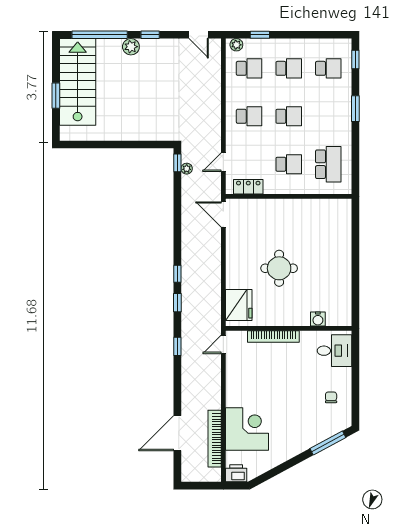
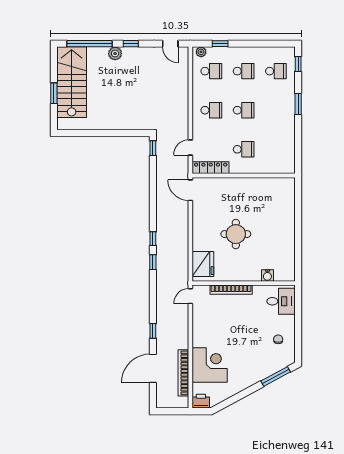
school desk: (328, 164) -> (276, 149), removed
plant: (187, 169) -> (160, 153), removed
locker: (248, 187) -> (211, 168), width x1.53
window: (177, 346) -> (153, 331), moved

